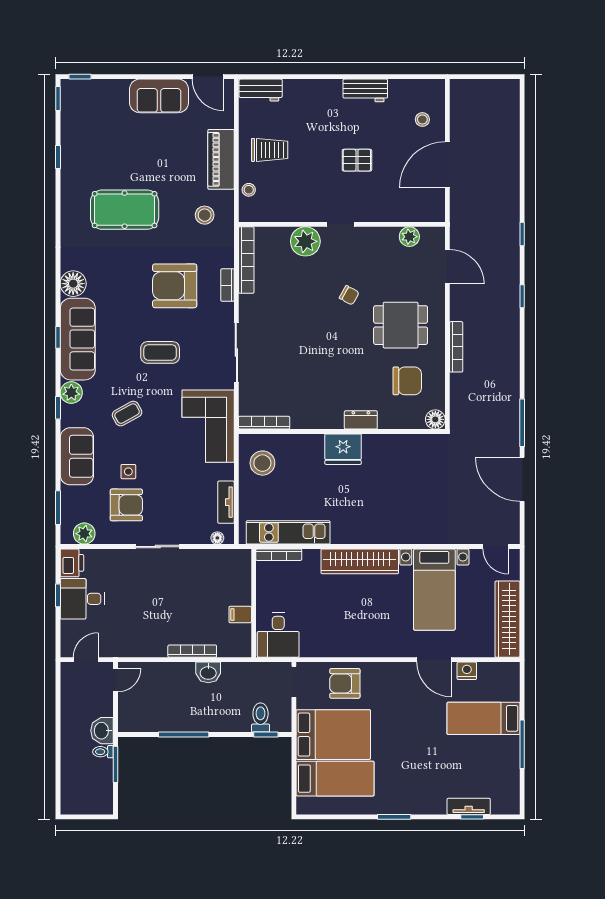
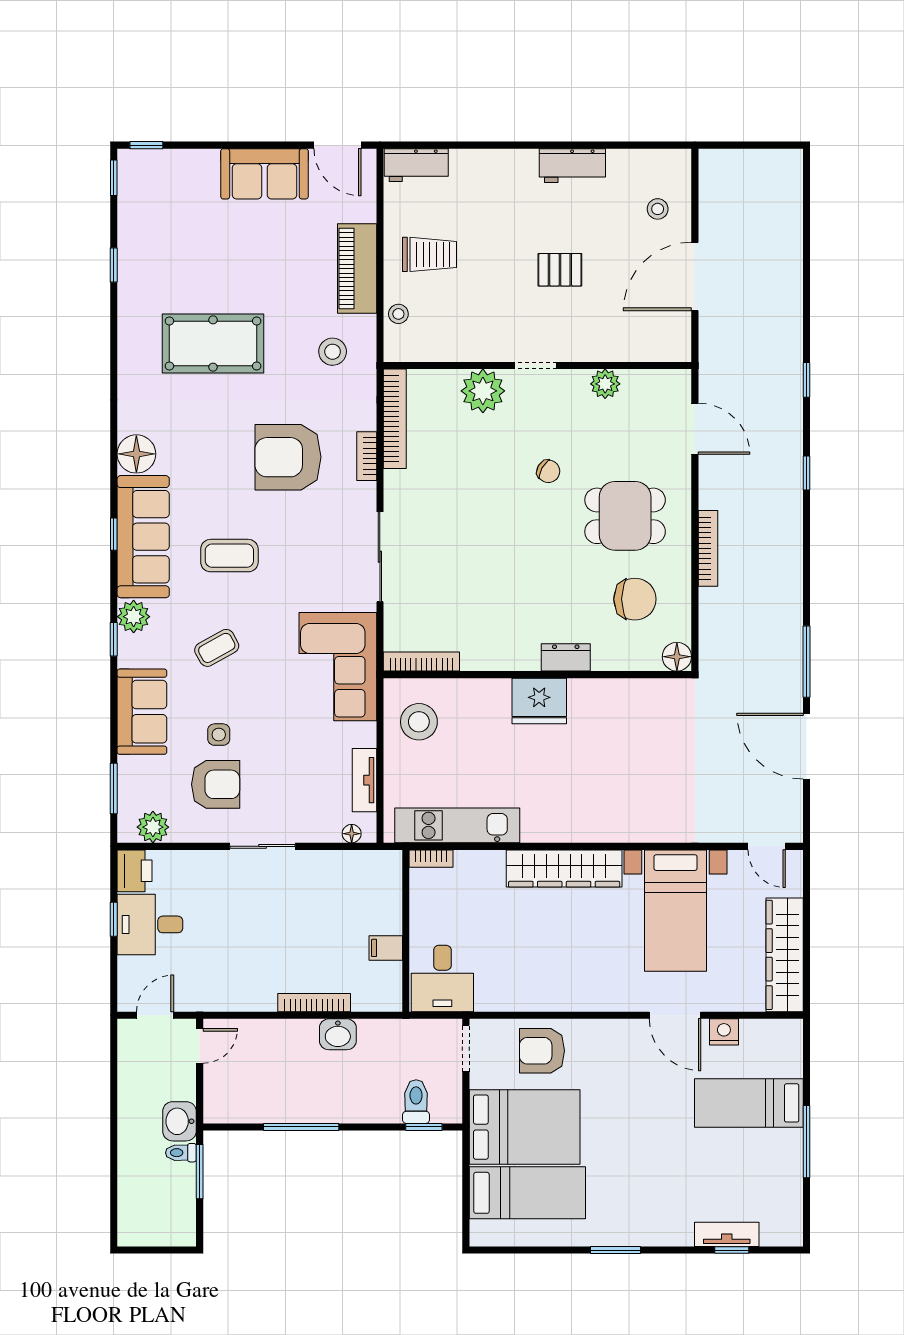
plant: (409, 237) -> (605, 384), moved
coffee table: (160, 352) -> (229, 556), moved
bookcase: (279, 555) -> (431, 859), width x0.64

